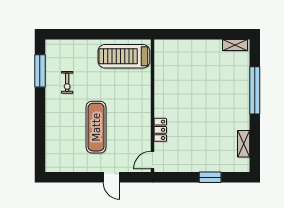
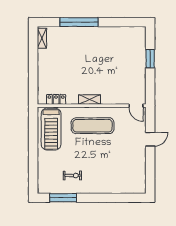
exercise mat: (96, 127) -> (93, 126), moved
locker: (160, 130) -> (56, 99), moved
shelving: (244, 144) -> (90, 100), moved

